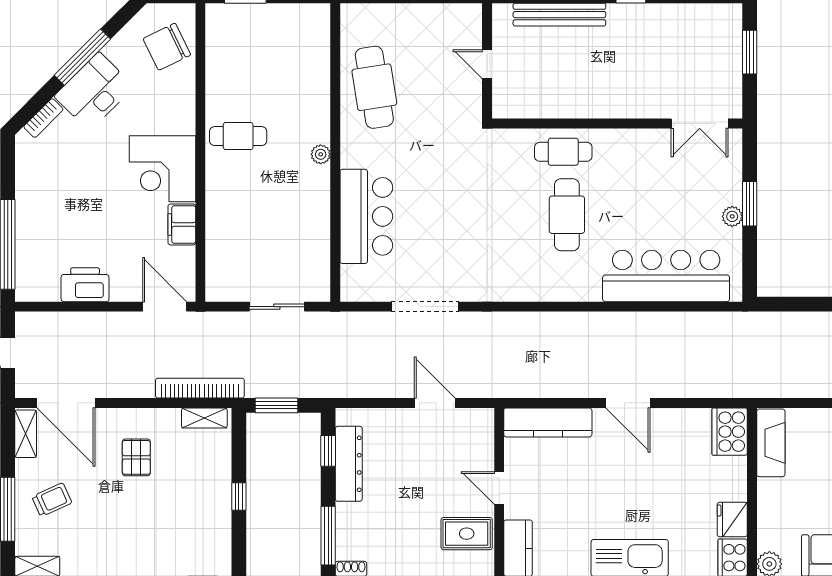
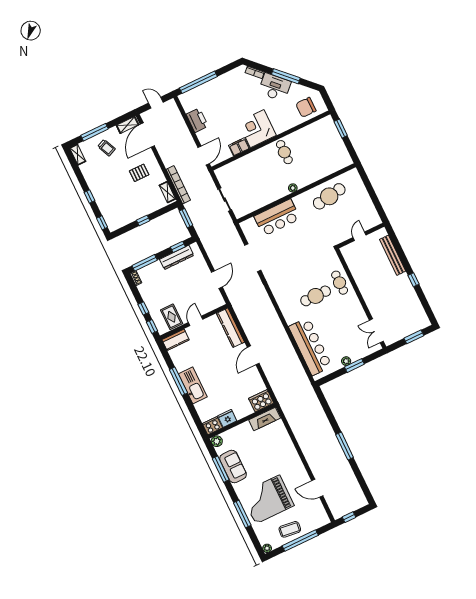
chair: (167, 47) -> (306, 107), turned -64

